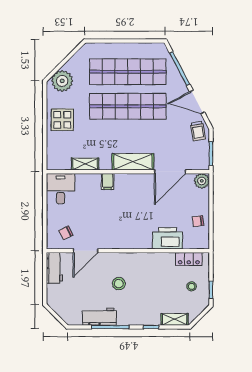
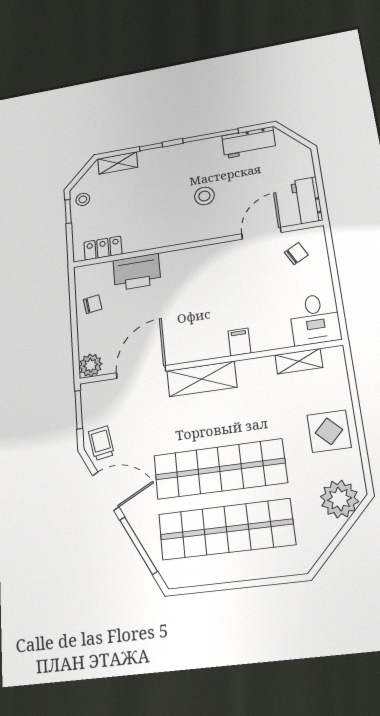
shelving: (85, 164) -> (299, 361), moved
stool: (192, 286) -> (83, 199), moved
workbench: (99, 317) -> (249, 143), moved

